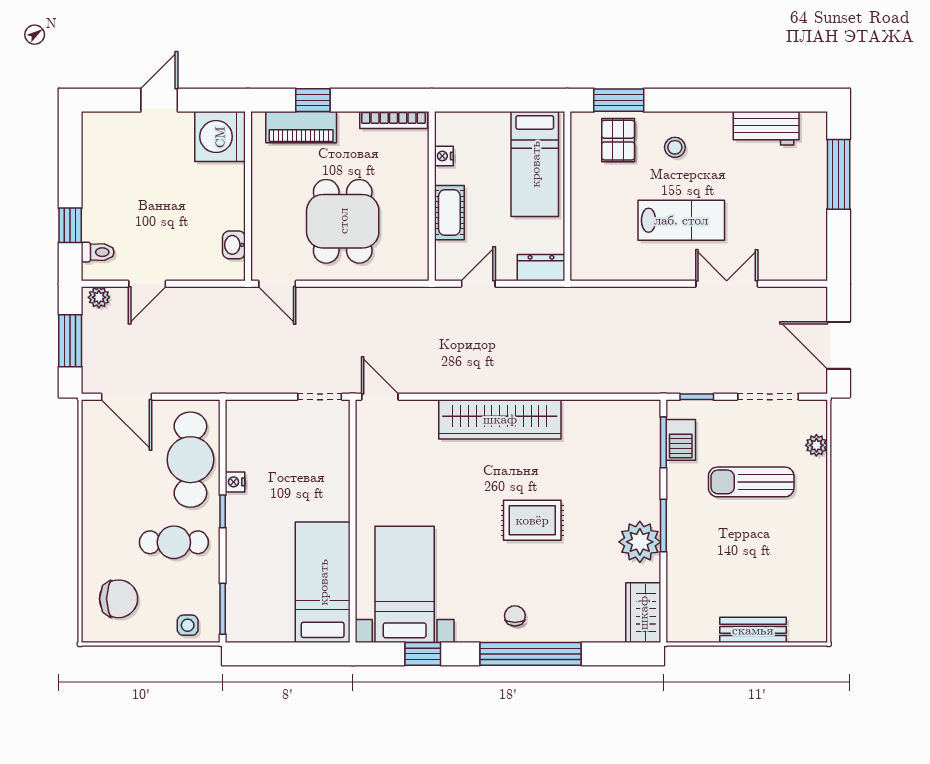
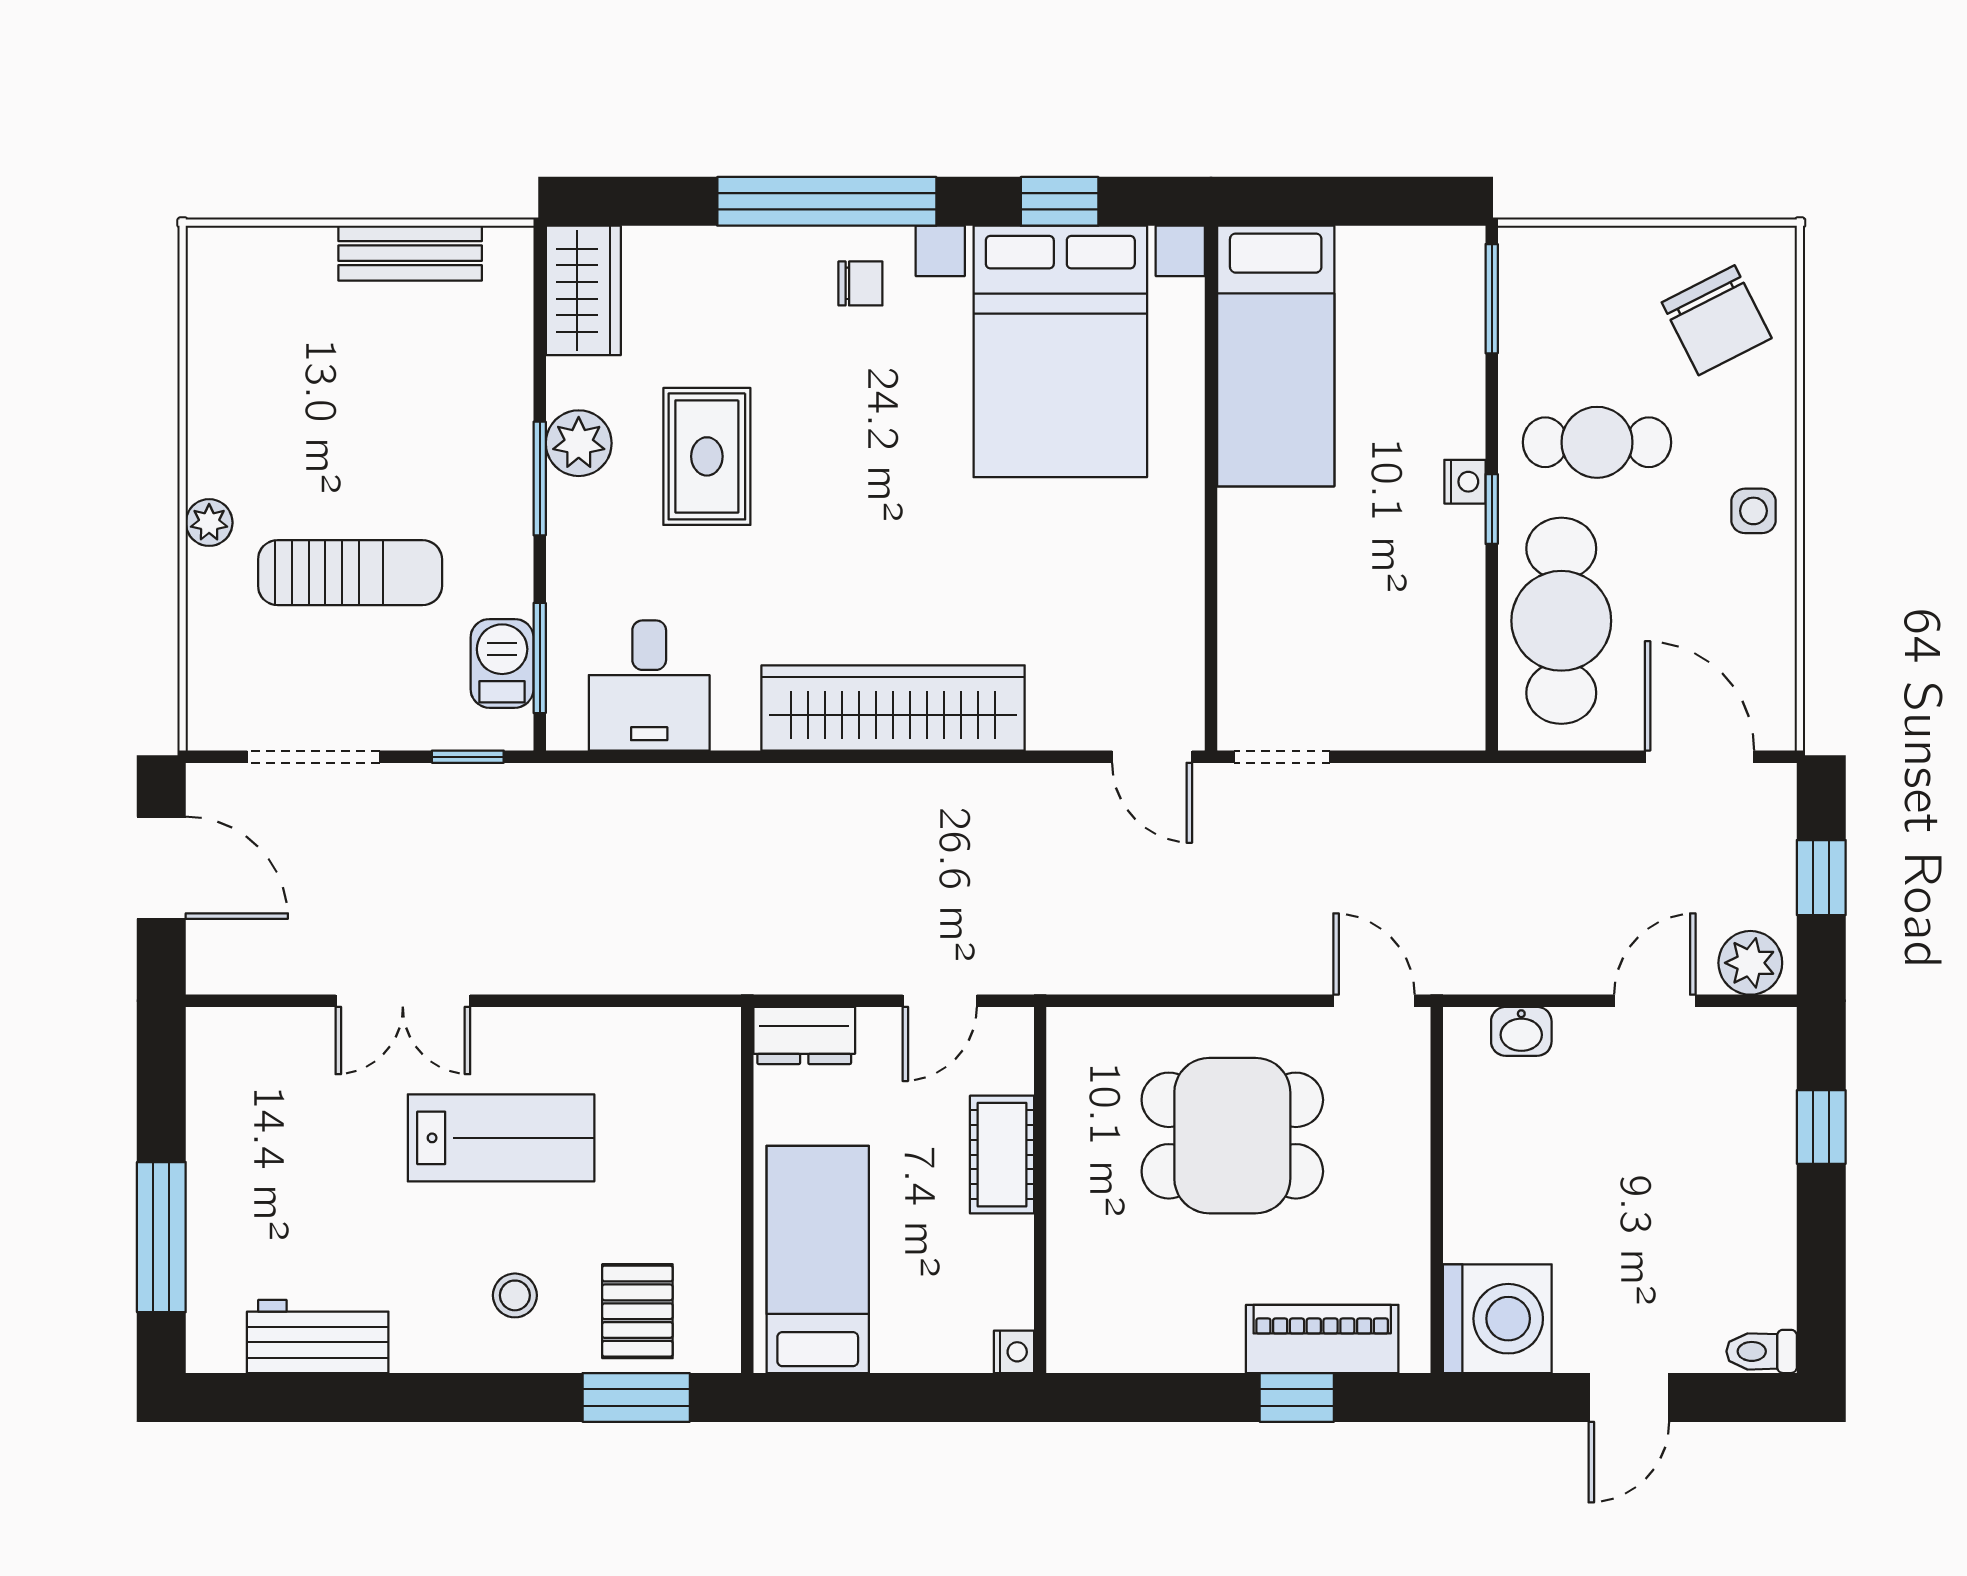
bookcase: (394, 120) -> (1123, 1354), removed
nightstand: (444, 156) -> (1014, 1352), moved
lab bench: (681, 220) -> (501, 1138), turned 180
dining table: (343, 221) -> (1232, 1136), turned 90
washbasin: (234, 245) -> (1521, 1031), moved, turned 90
toilet: (98, 252) -> (1762, 1351), moved
plant: (99, 297) -> (1750, 963), width x1.38, depth x1.38
window: (70, 341) -> (1821, 878), width x0.67
desk: (613, 430) -> (649, 685), added
plant: (816, 445) -> (209, 523), moved
nightstand: (235, 482) -> (1465, 482), moved
rug: (532, 520) -> (707, 456), moved, turned 90
plant: (640, 542) -> (579, 443), width x0.73, depth x0.73
bed with nightstands: (405, 584) -> (1060, 351), width x1.36
chair: (119, 599) -> (1717, 320), turned -117
chair: (515, 616) -> (860, 283), turned -90
side table: (188, 625) -> (1754, 511), moved
bench: (753, 630) -> (410, 253), moved

